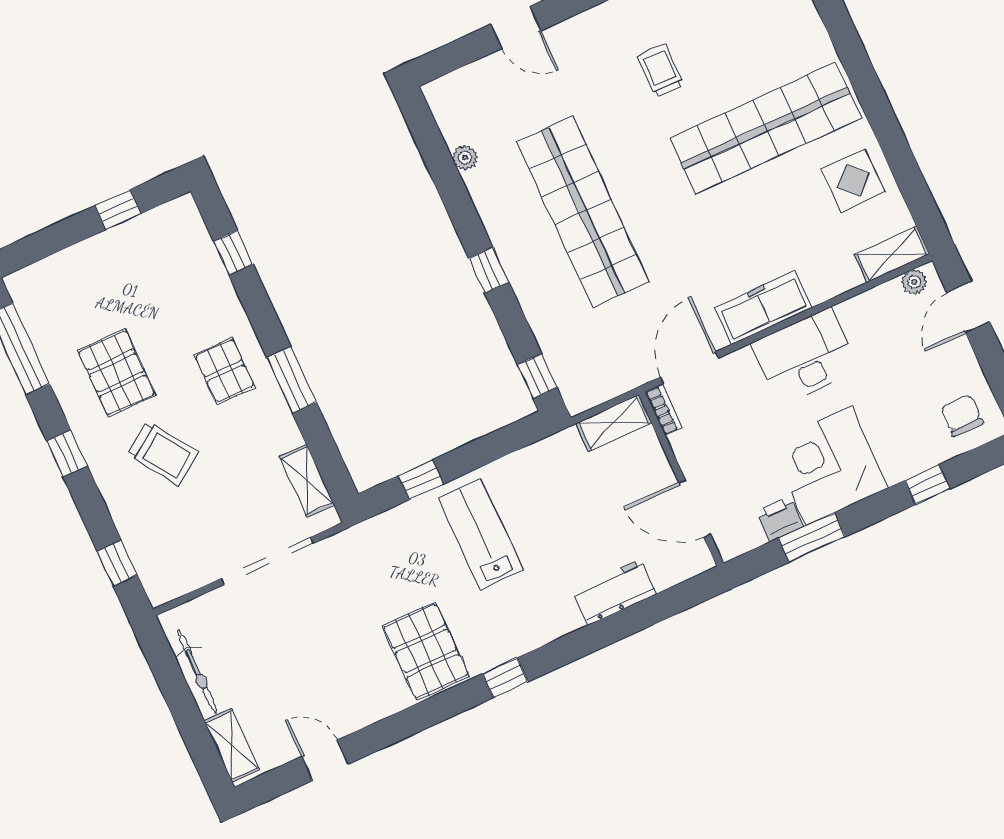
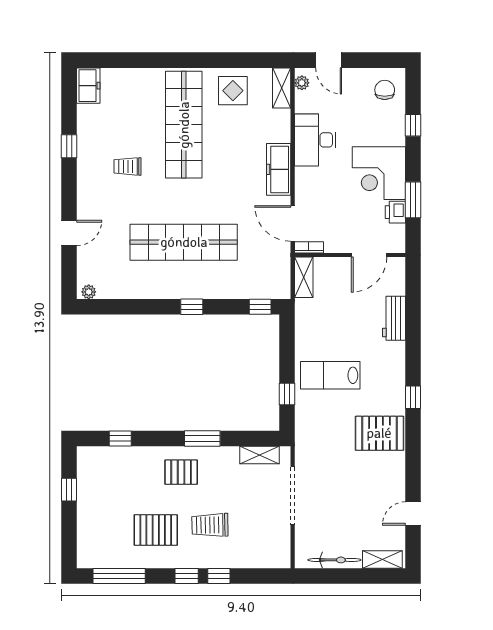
plant: (465, 158) -> (89, 292), moved
desk: (805, 357) -> (315, 140), moved
chair: (962, 415) -> (385, 90), turned 90
trolley: (163, 453) -> (210, 525), turned -147
window: (117, 563) -> (219, 576), moved

